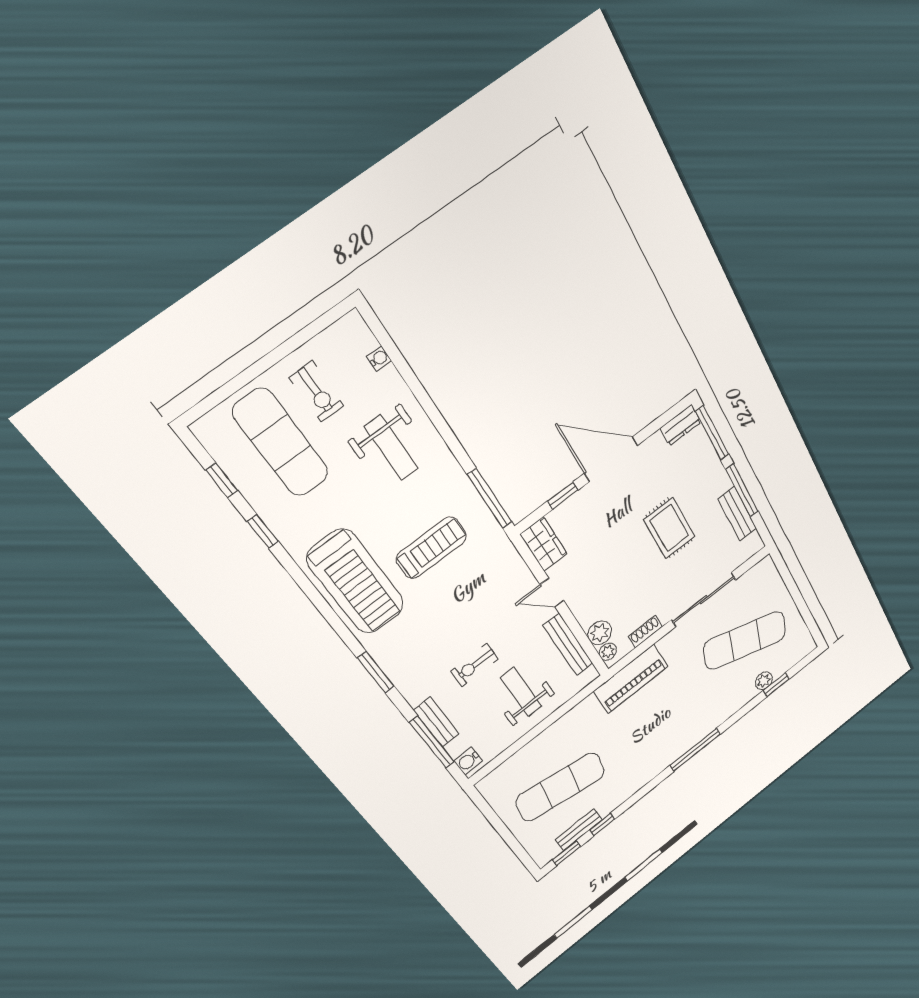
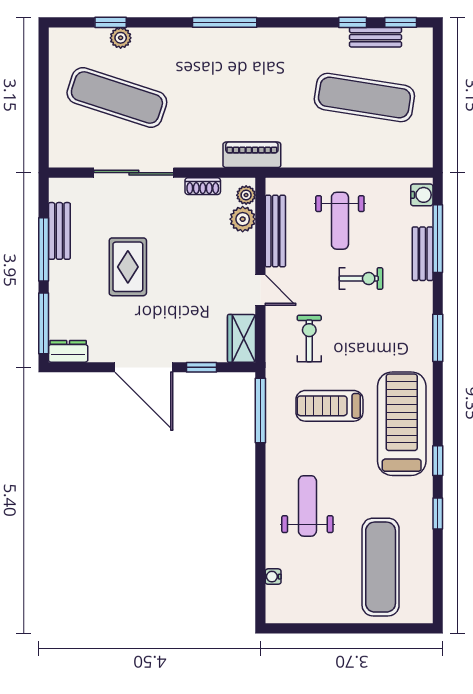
exercise bike: (317, 392) -> (309, 339), moved
window: (222, 480) -> (438, 461), moved
piano: (631, 679) -> (252, 155), width x0.73, depth x0.75

